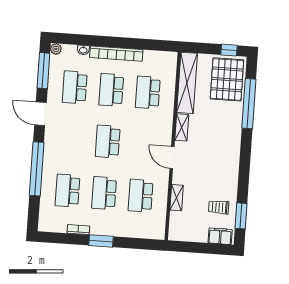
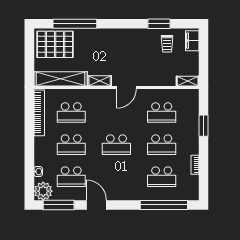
plant: (56, 49) -> (43, 191), width x1.88, depth x1.88
window: (229, 50) -> (29, 44), removed
bookcase: (116, 54) -> (39, 113), moved
door: (40, 114) -> (96, 205), swing flipped
window: (37, 169) -> (164, 205), moved
shelving: (177, 198) -> (188, 81), moved
window: (241, 216) -> (159, 24), moved
window: (101, 241) -> (204, 126), moved

